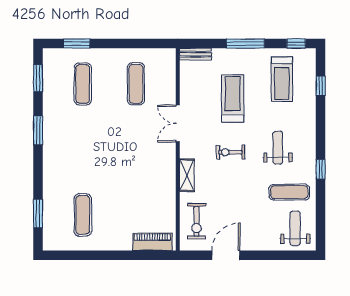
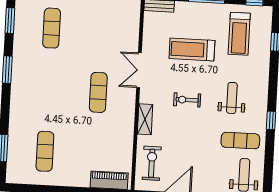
exercise mat: (136, 84) -> (98, 92), moved
treadmill: (233, 99) -> (192, 50), turned -90
exercise bike: (197, 221) -> (152, 163), turned 180

